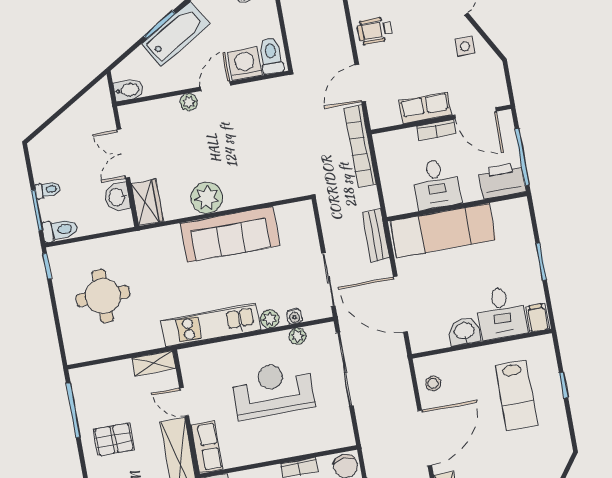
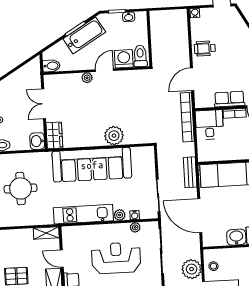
desk: (436, 184) -> (209, 125), moved, turned 180
washbasin: (117, 197) -> (37, 141), moved
plant: (207, 198) -> (114, 136), moved
sofa: (230, 234) -> (92, 165), width x1.36, depth x1.27
plant: (398, 393) -> (192, 269), added

